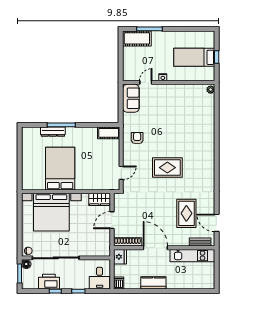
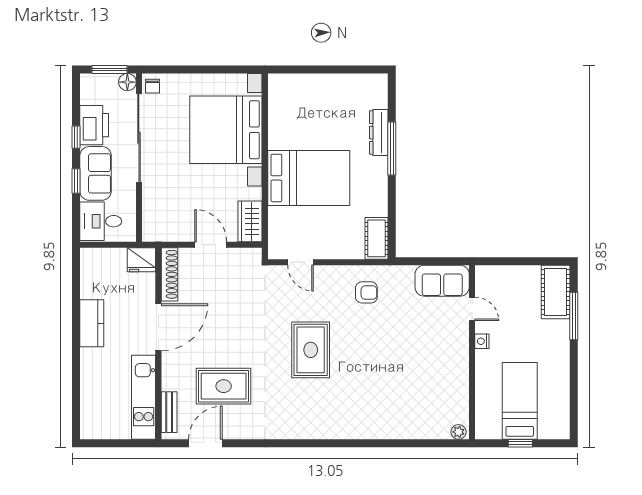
bed: (60, 169) -> (309, 178), moved
sofa: (74, 281) -> (96, 173), added
dishwasher: (119, 283) -> (92, 258), removed

